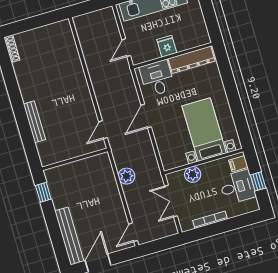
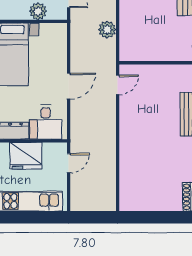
fridge: (167, 46) -> (26, 156), width x1.88, depth x1.34

